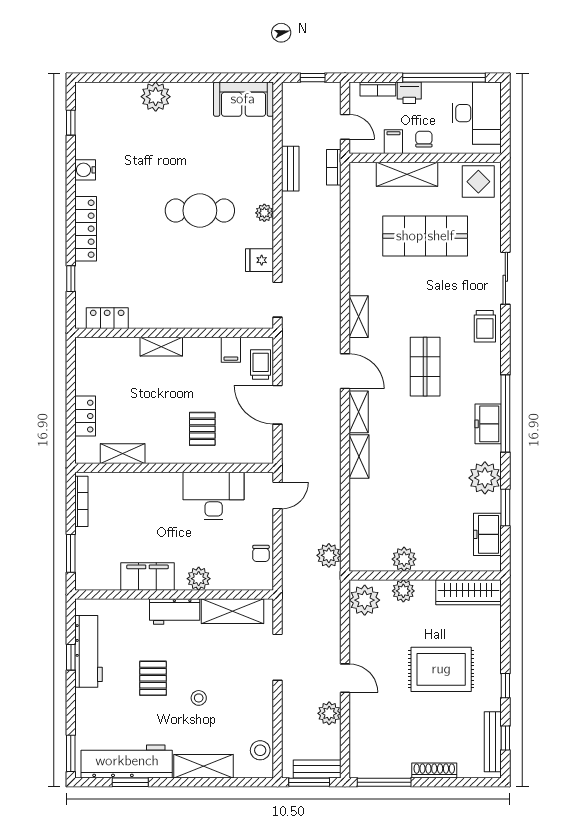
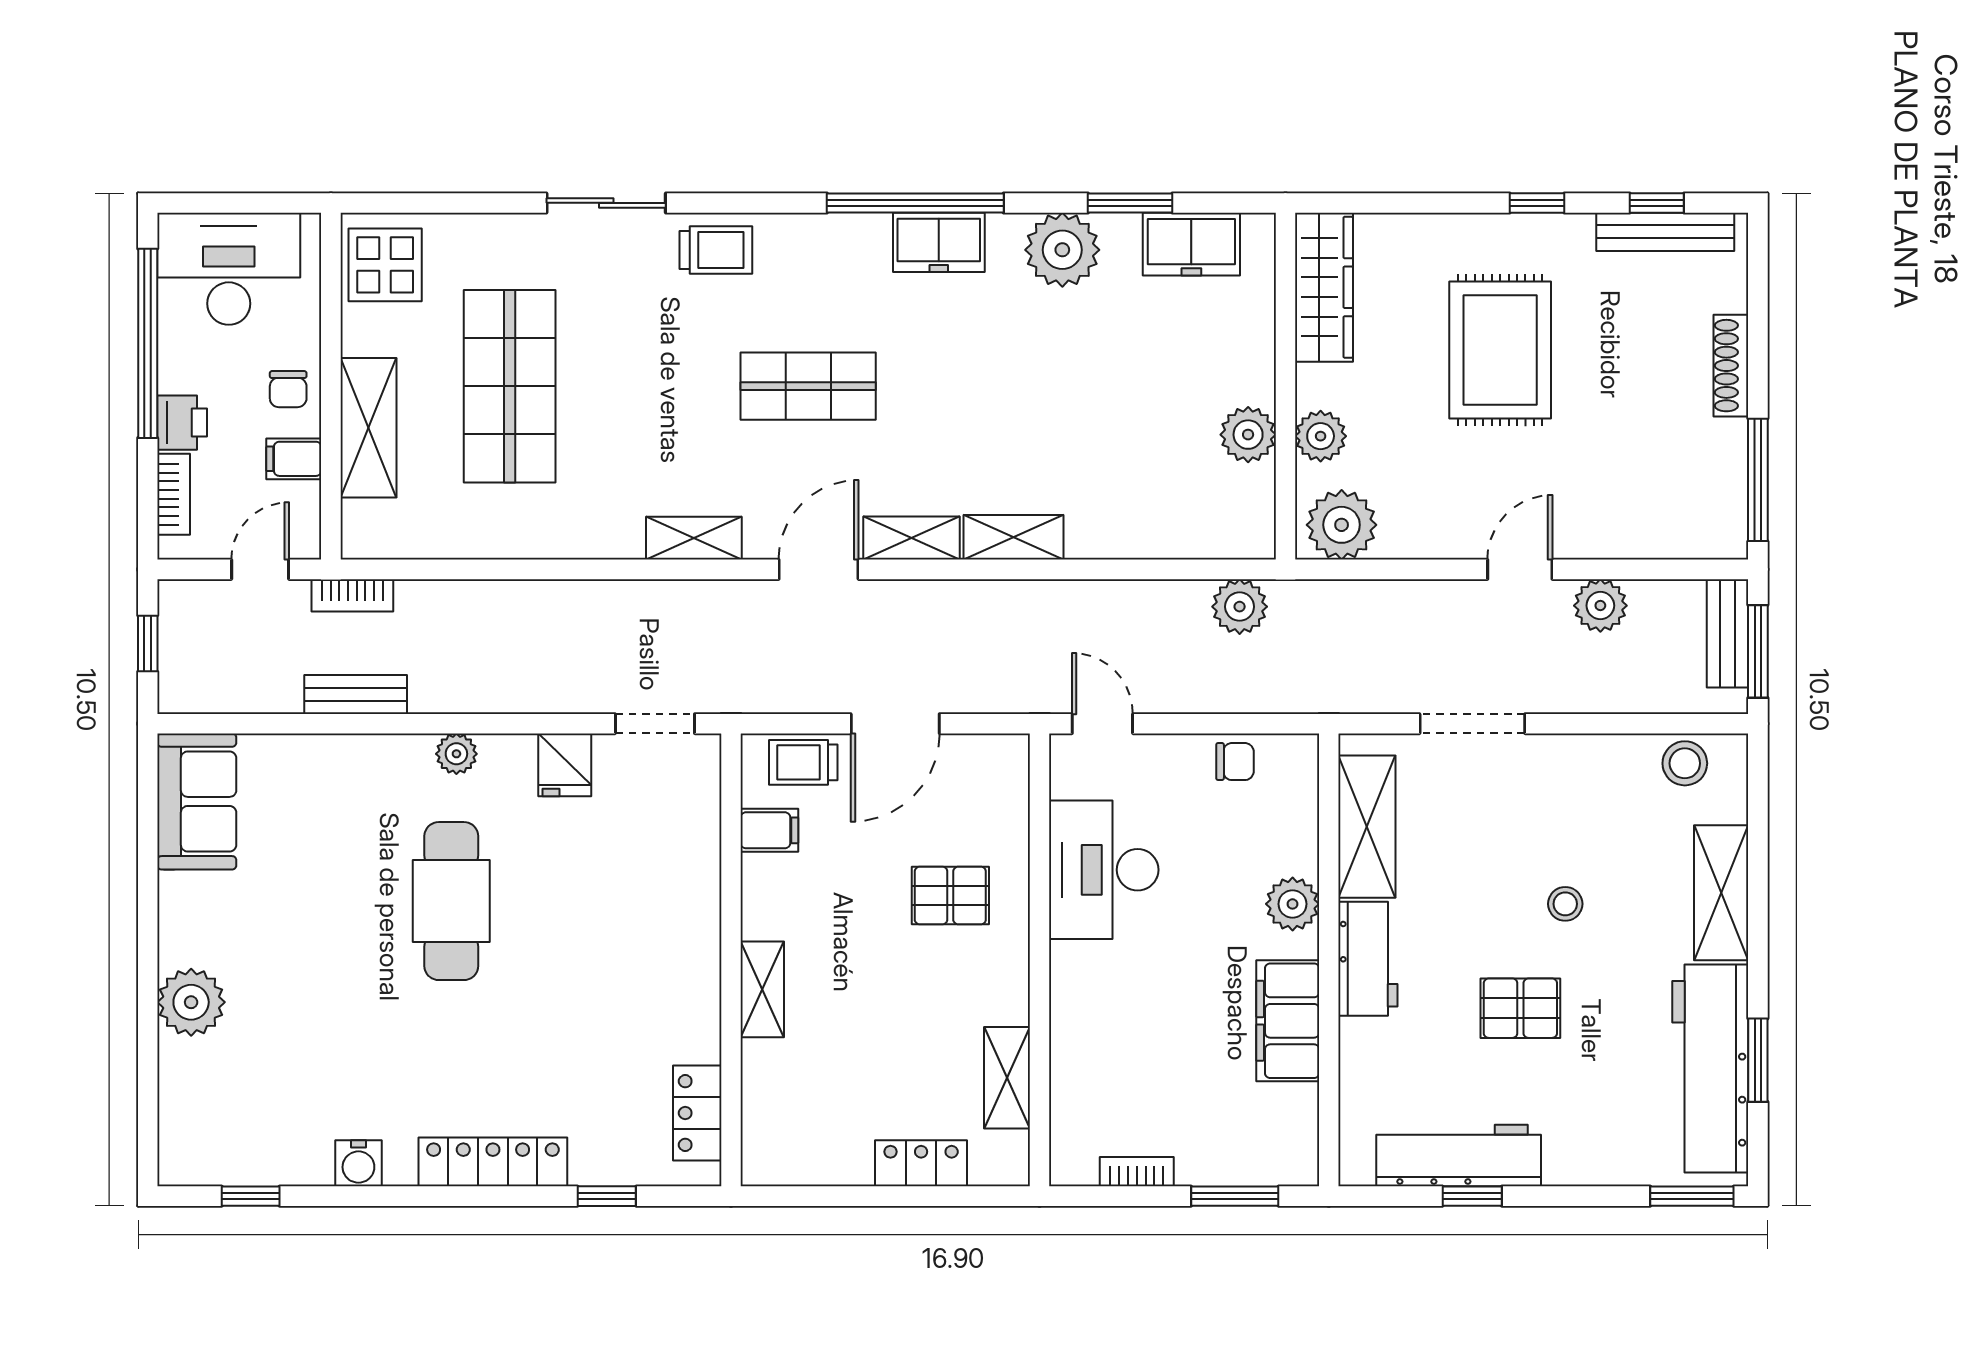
chair: (424, 139) -> (288, 389), turned -90
bookcase: (81, 501) -> (1137, 1172), width x0.64

